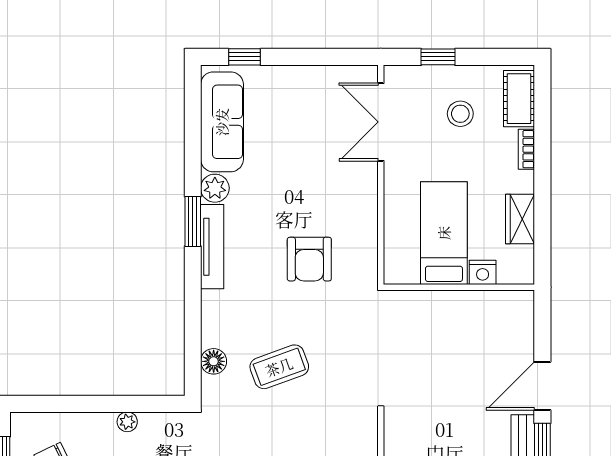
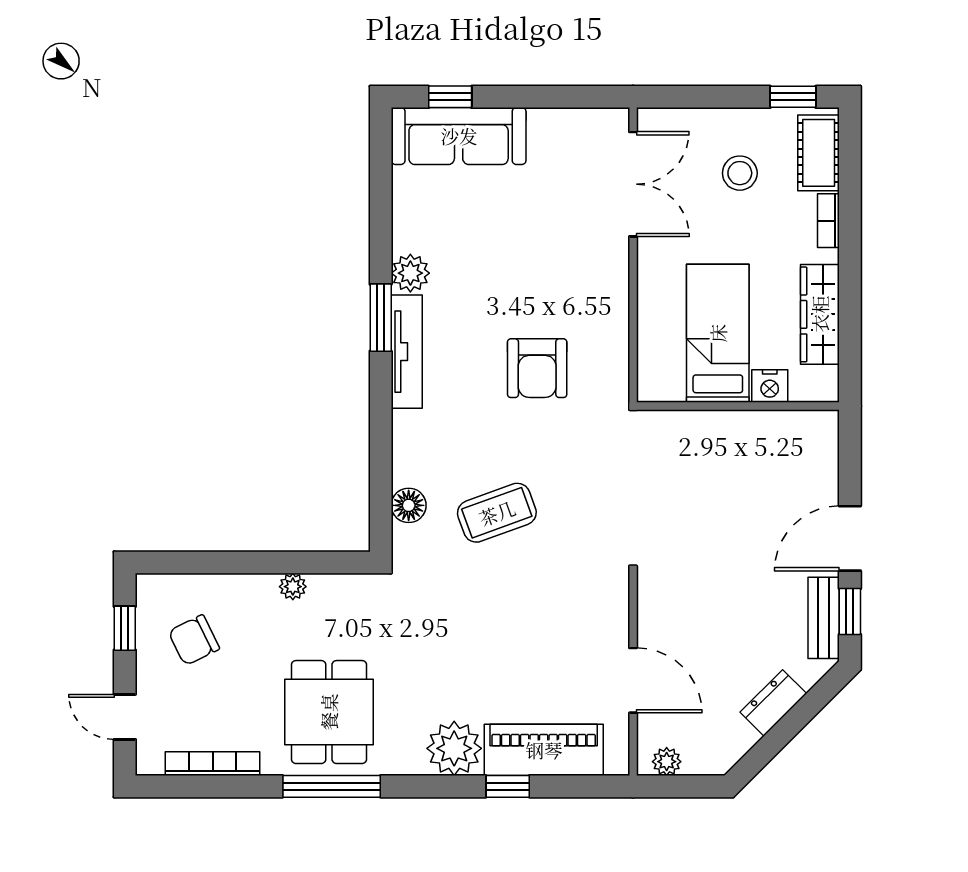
window: (438, 57) -> (793, 97), moved
sofa: (222, 122) -> (459, 136), moved, turned 90
double door: (381, 122) -> (633, 184), swing flipped
wardrobe: (520, 219) -> (820, 314), width x1.50

